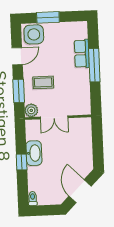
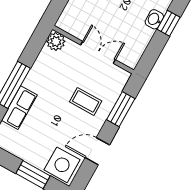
plant: (31, 110) -> (56, 41), moved
washbasin: (34, 153) -> (154, 19), width x0.52, depth x0.69

